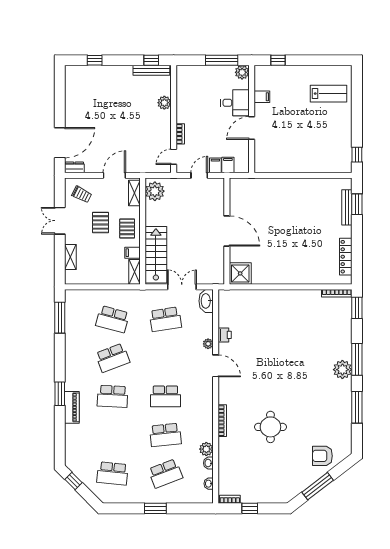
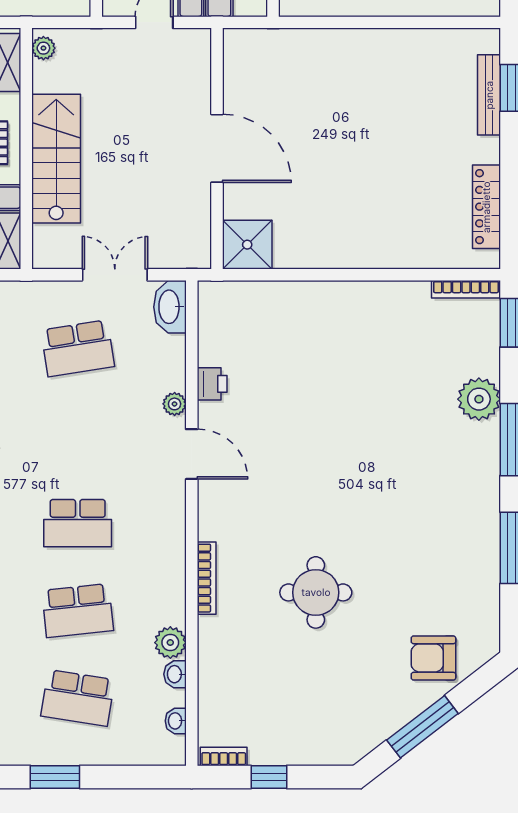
plant: (155, 191) -> (43, 48), width x0.53, depth x0.53
stairs: (156, 255) -> (56, 159), moved
plant: (342, 370) -> (479, 399), moved
school desk: (165, 473) -> (78, 698), turned 30

